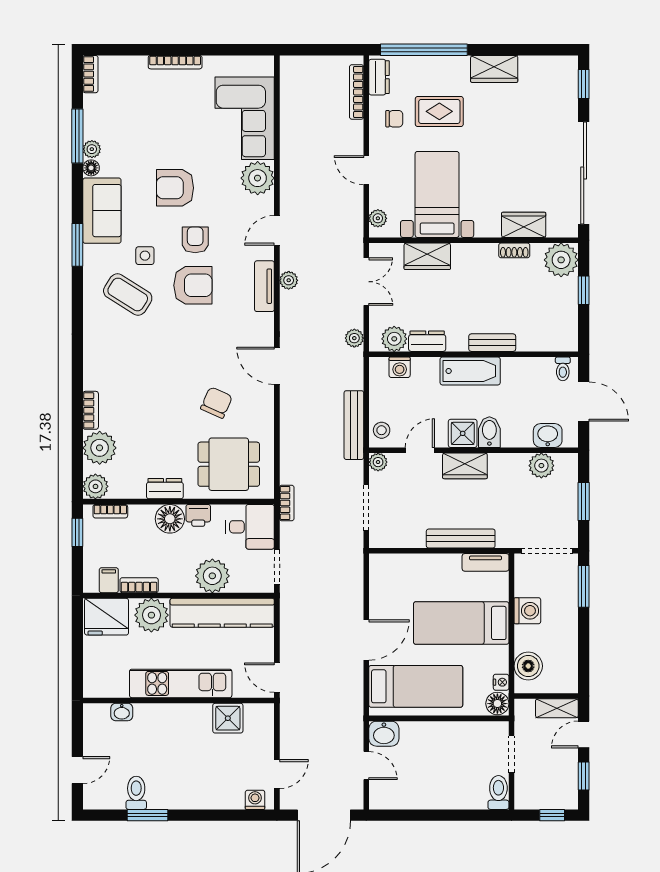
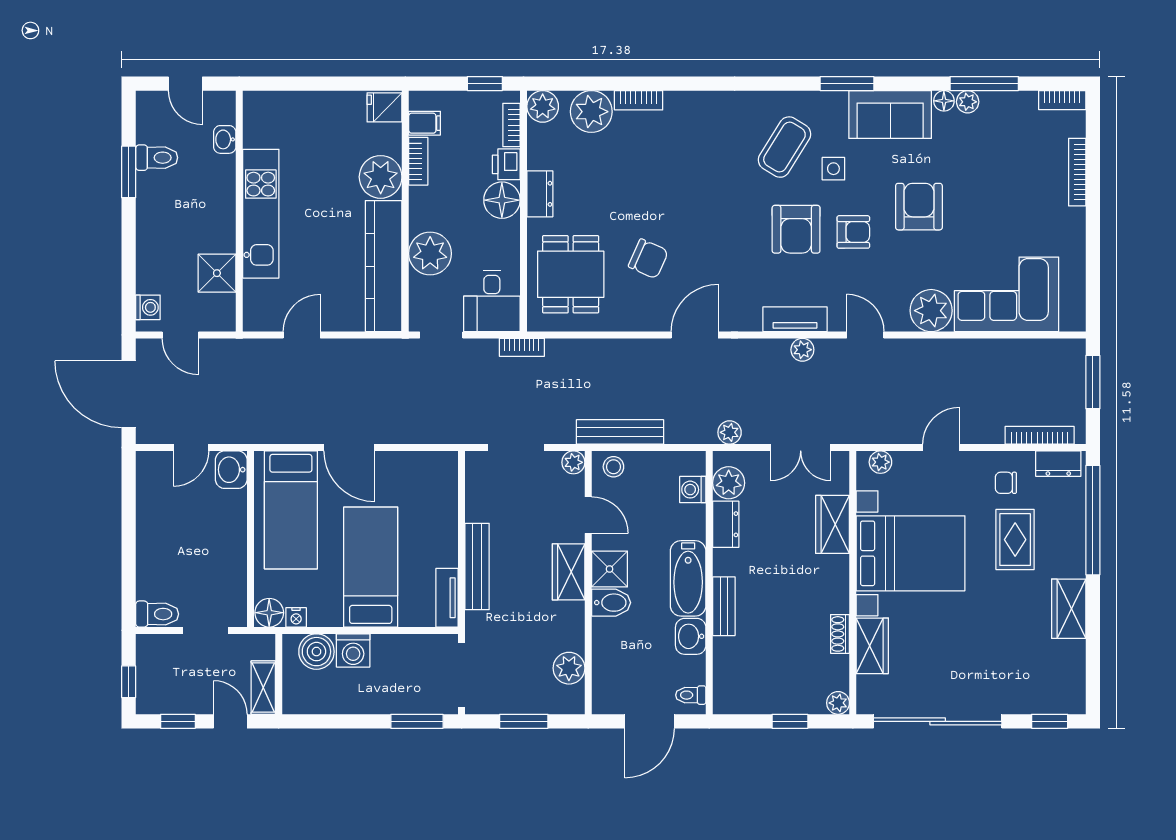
window: (314, 50) -> (1093, 382), added
bookcase: (175, 62) -> (1077, 172), moved
chair: (394, 119) -> (1006, 483), turned 90
bed with nightstands: (437, 194) -> (911, 553), width x1.36
plant: (561, 260) -> (838, 703), width x0.53, depth x0.53
washbasin: (548, 436) -> (691, 636), moved, turned 180
printer: (198, 515) -> (506, 164), moved
washing machine: (527, 611) -> (353, 650), moved
fridge: (107, 617) -> (385, 107), width x0.53, depth x0.75
kitchen unit: (181, 683) -> (261, 214), moved
wall: (179, 700) -> (239, 211), moved
washbasin: (122, 712) -> (225, 139), moved
shower: (228, 718) -> (217, 273), moved

